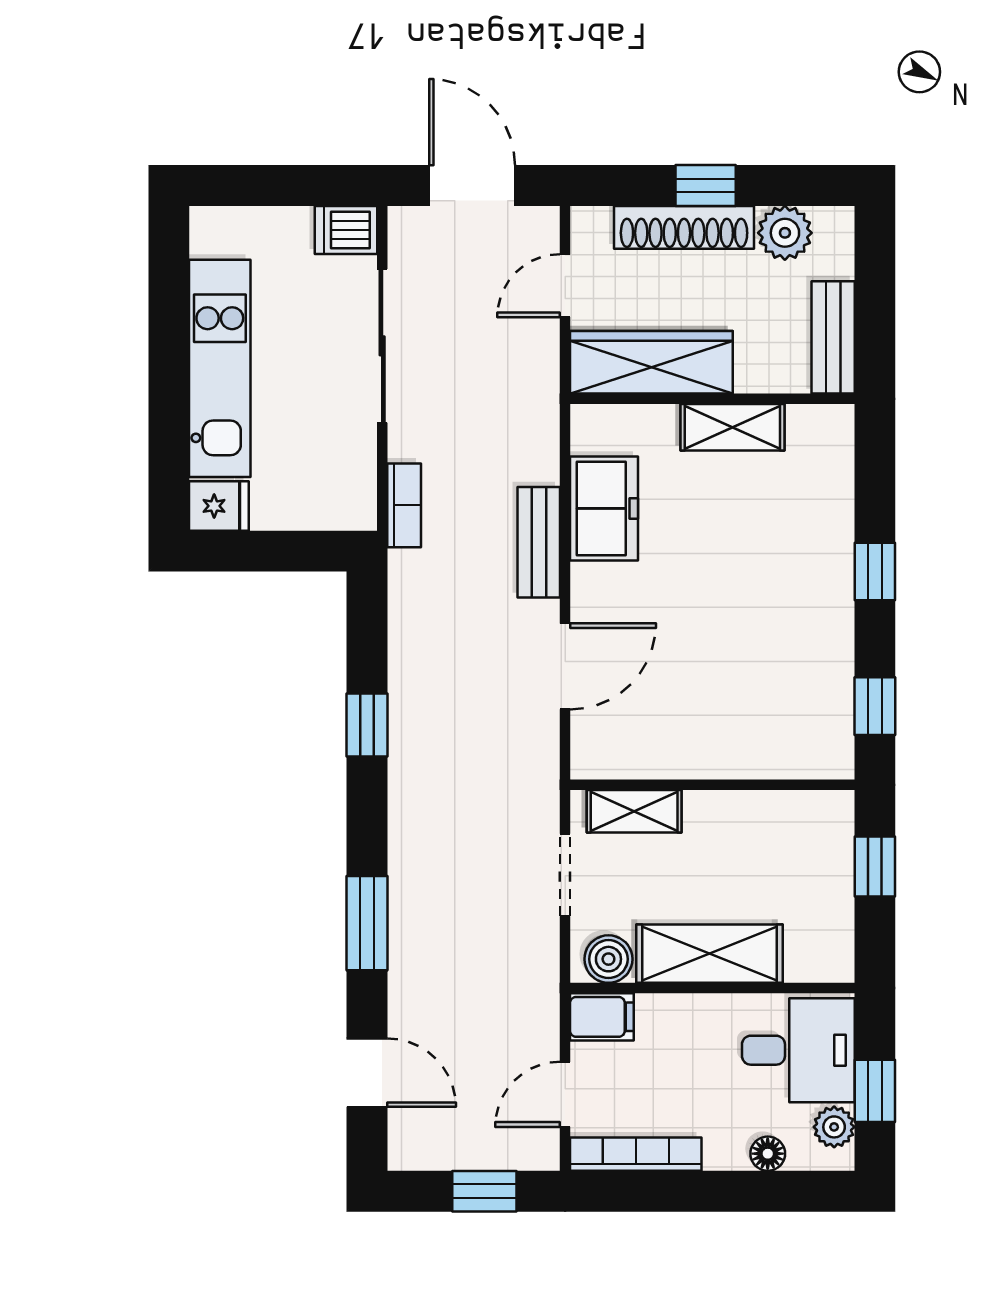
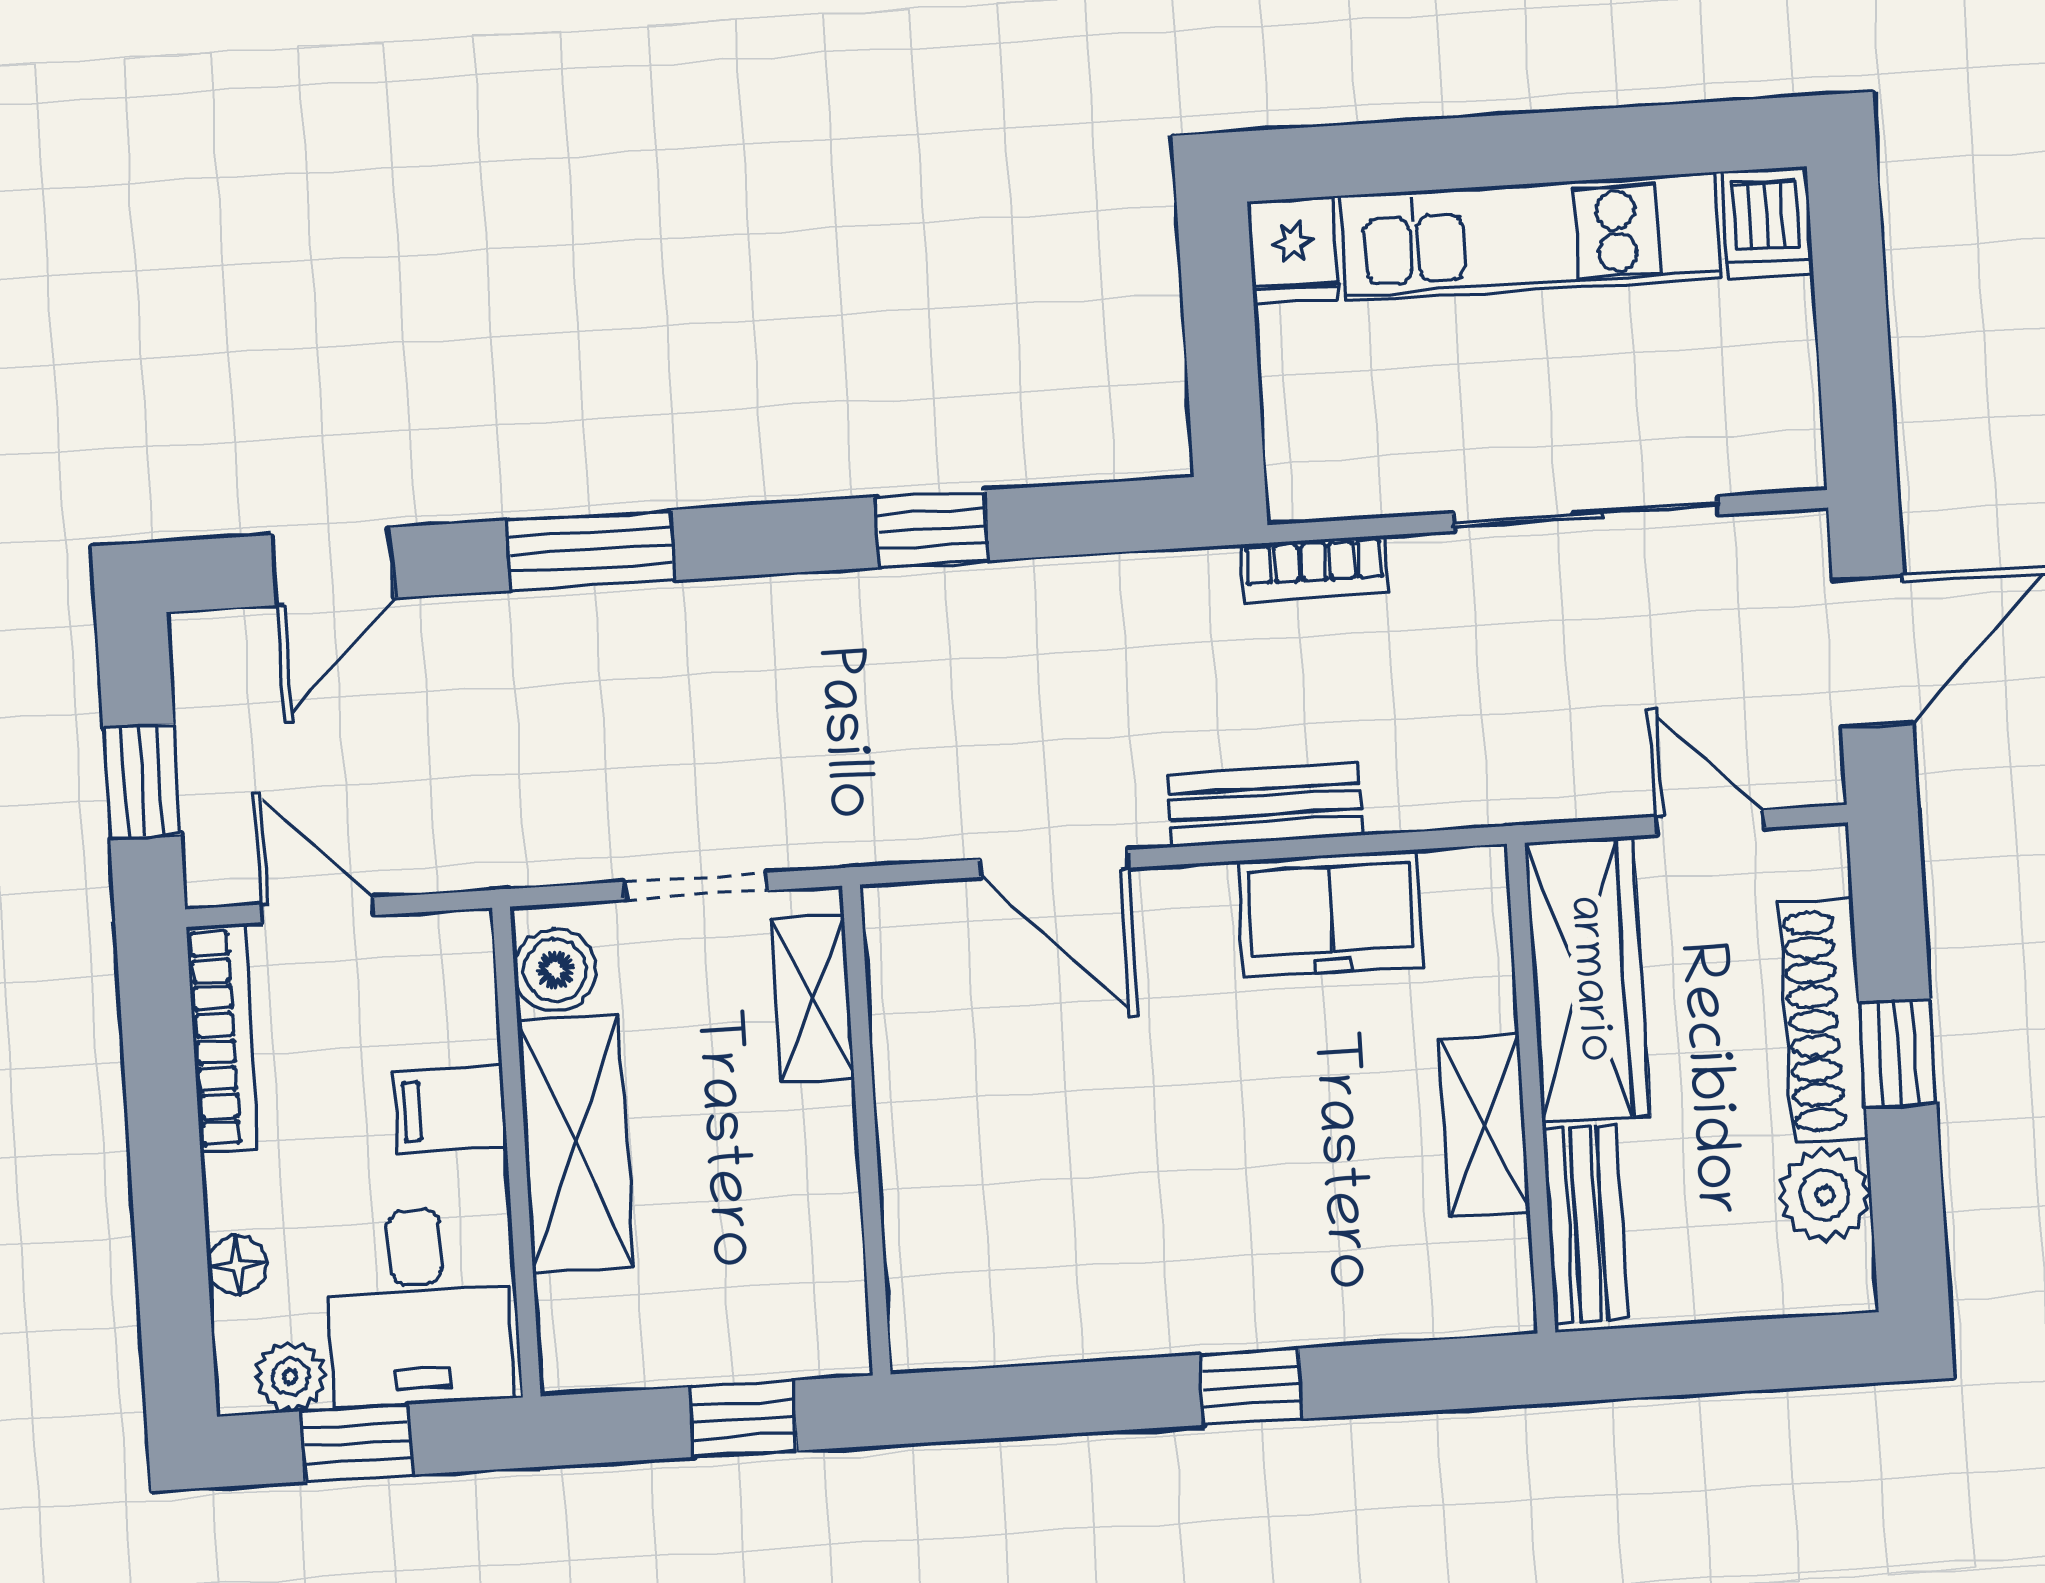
dishwasher: (346, 230) -> (1766, 223), moved, turned 180
bench: (833, 337) -> (1586, 1224), moved, turned 90
window: (875, 706) -> (1019, 1401), removed
filing cabinet: (602, 1017) -> (450, 1109), moved, turned 90

